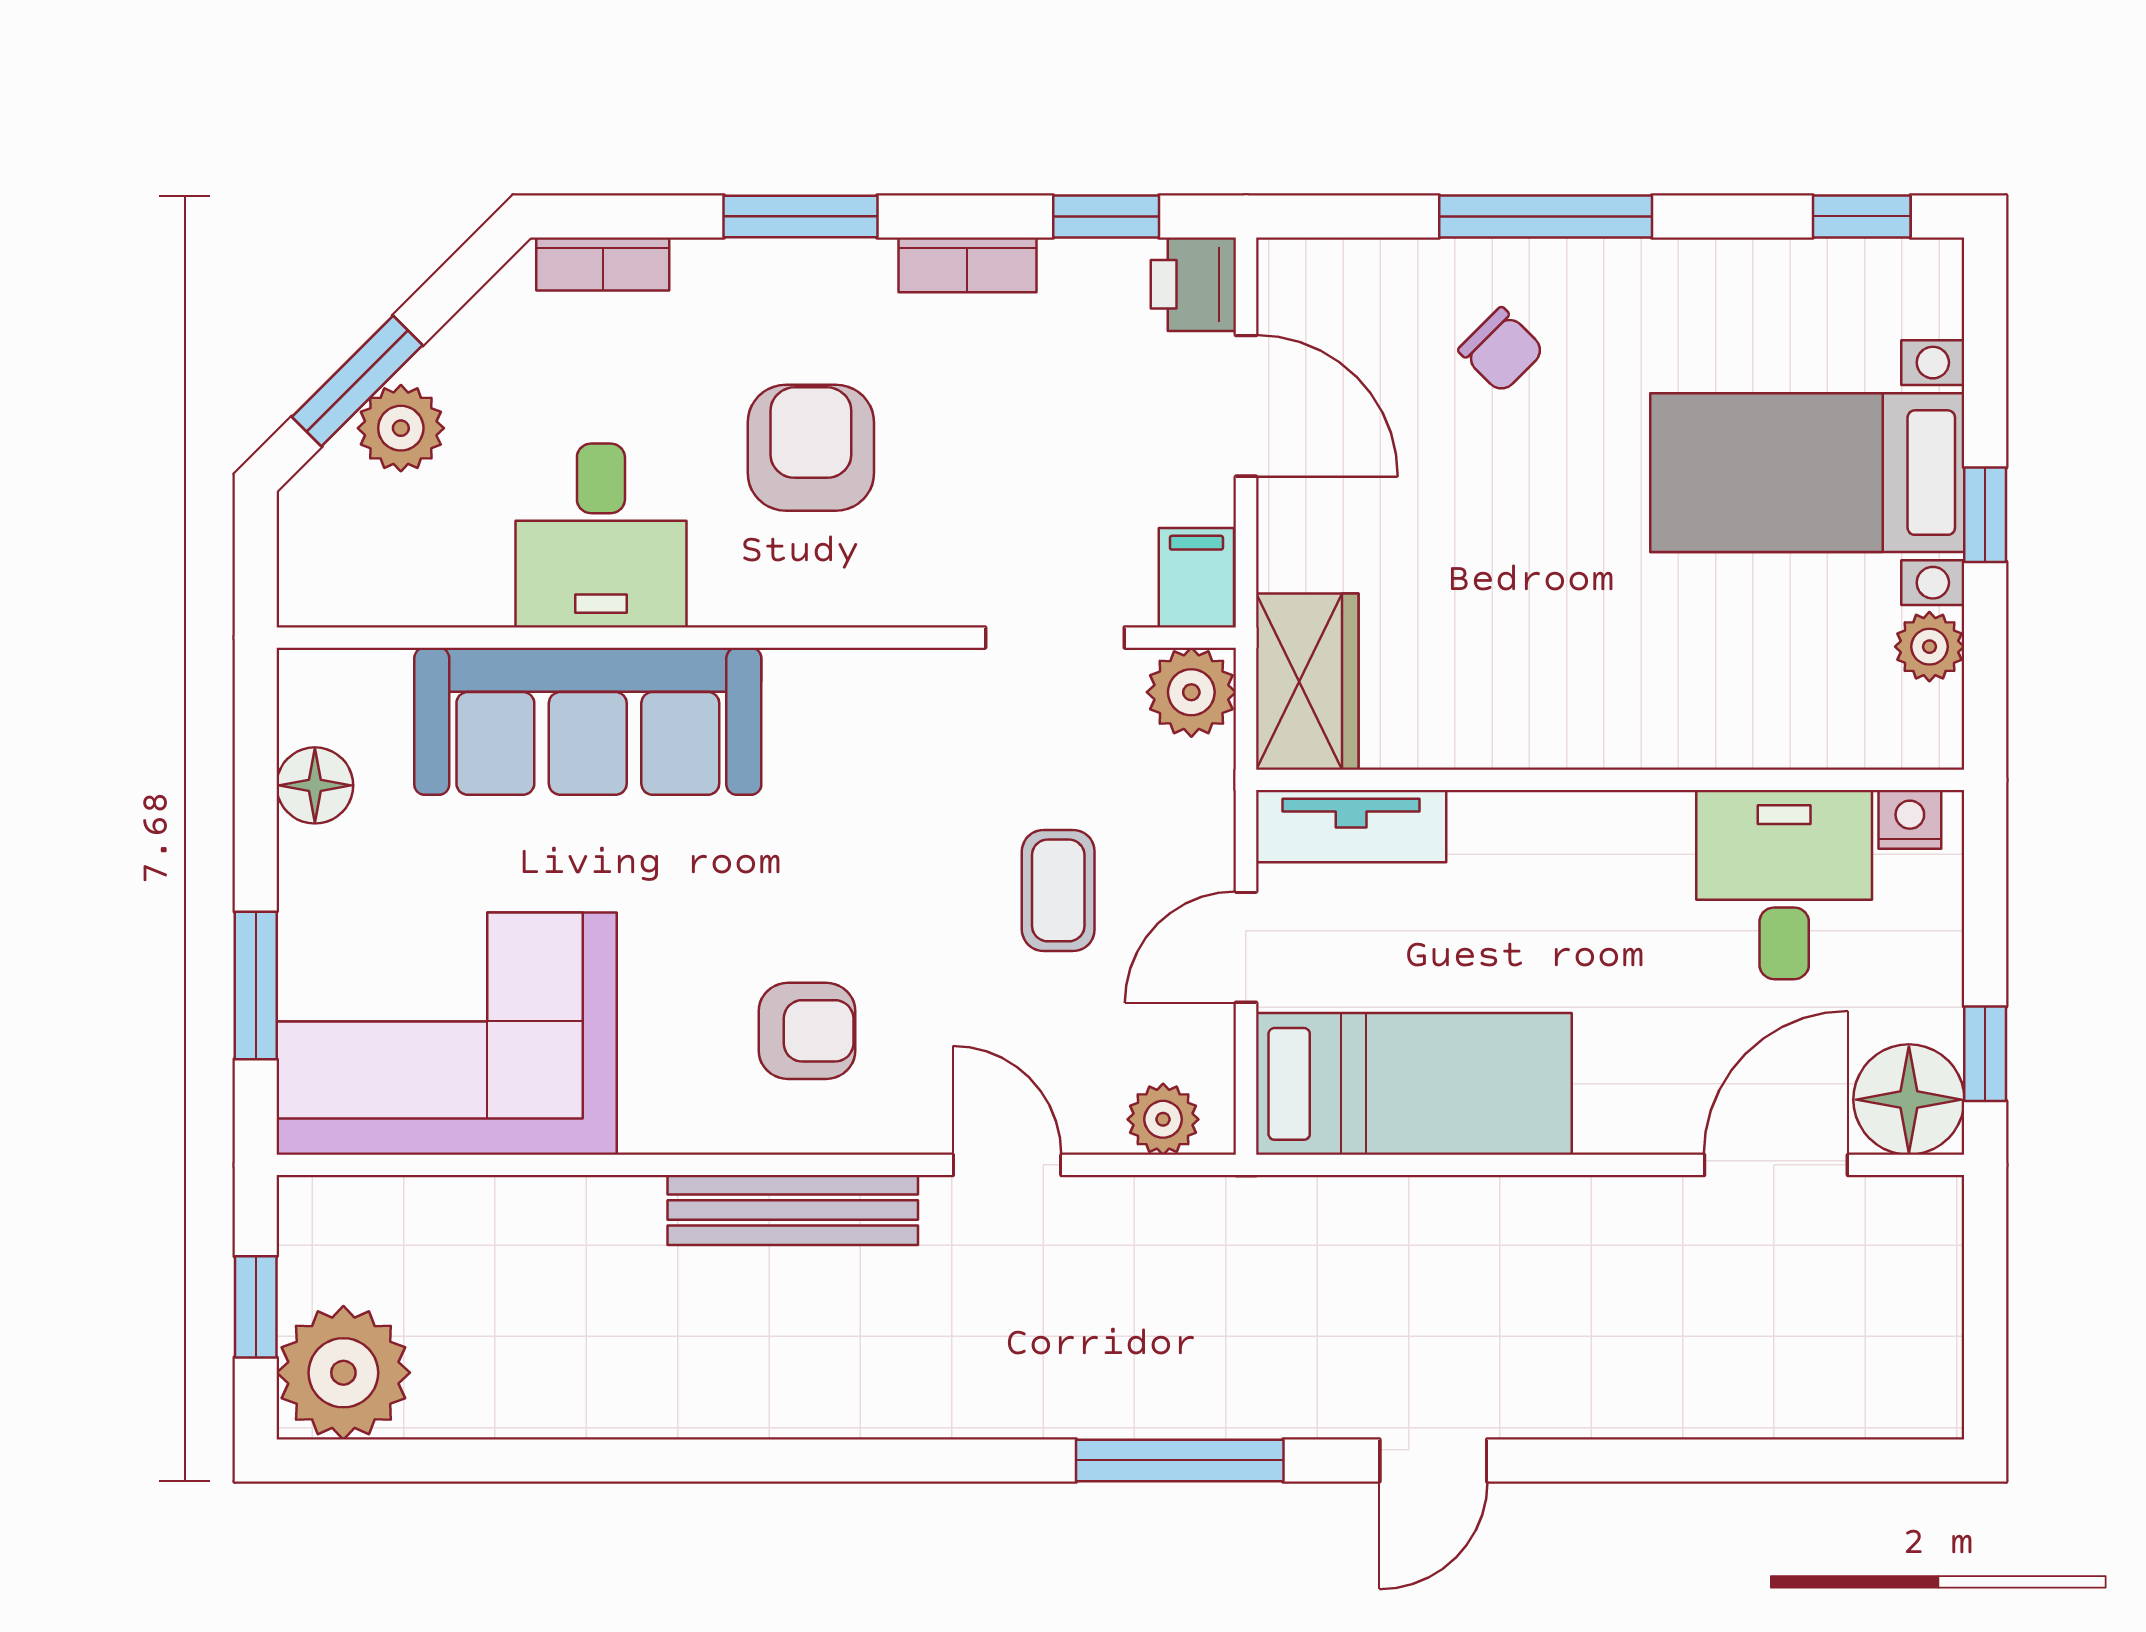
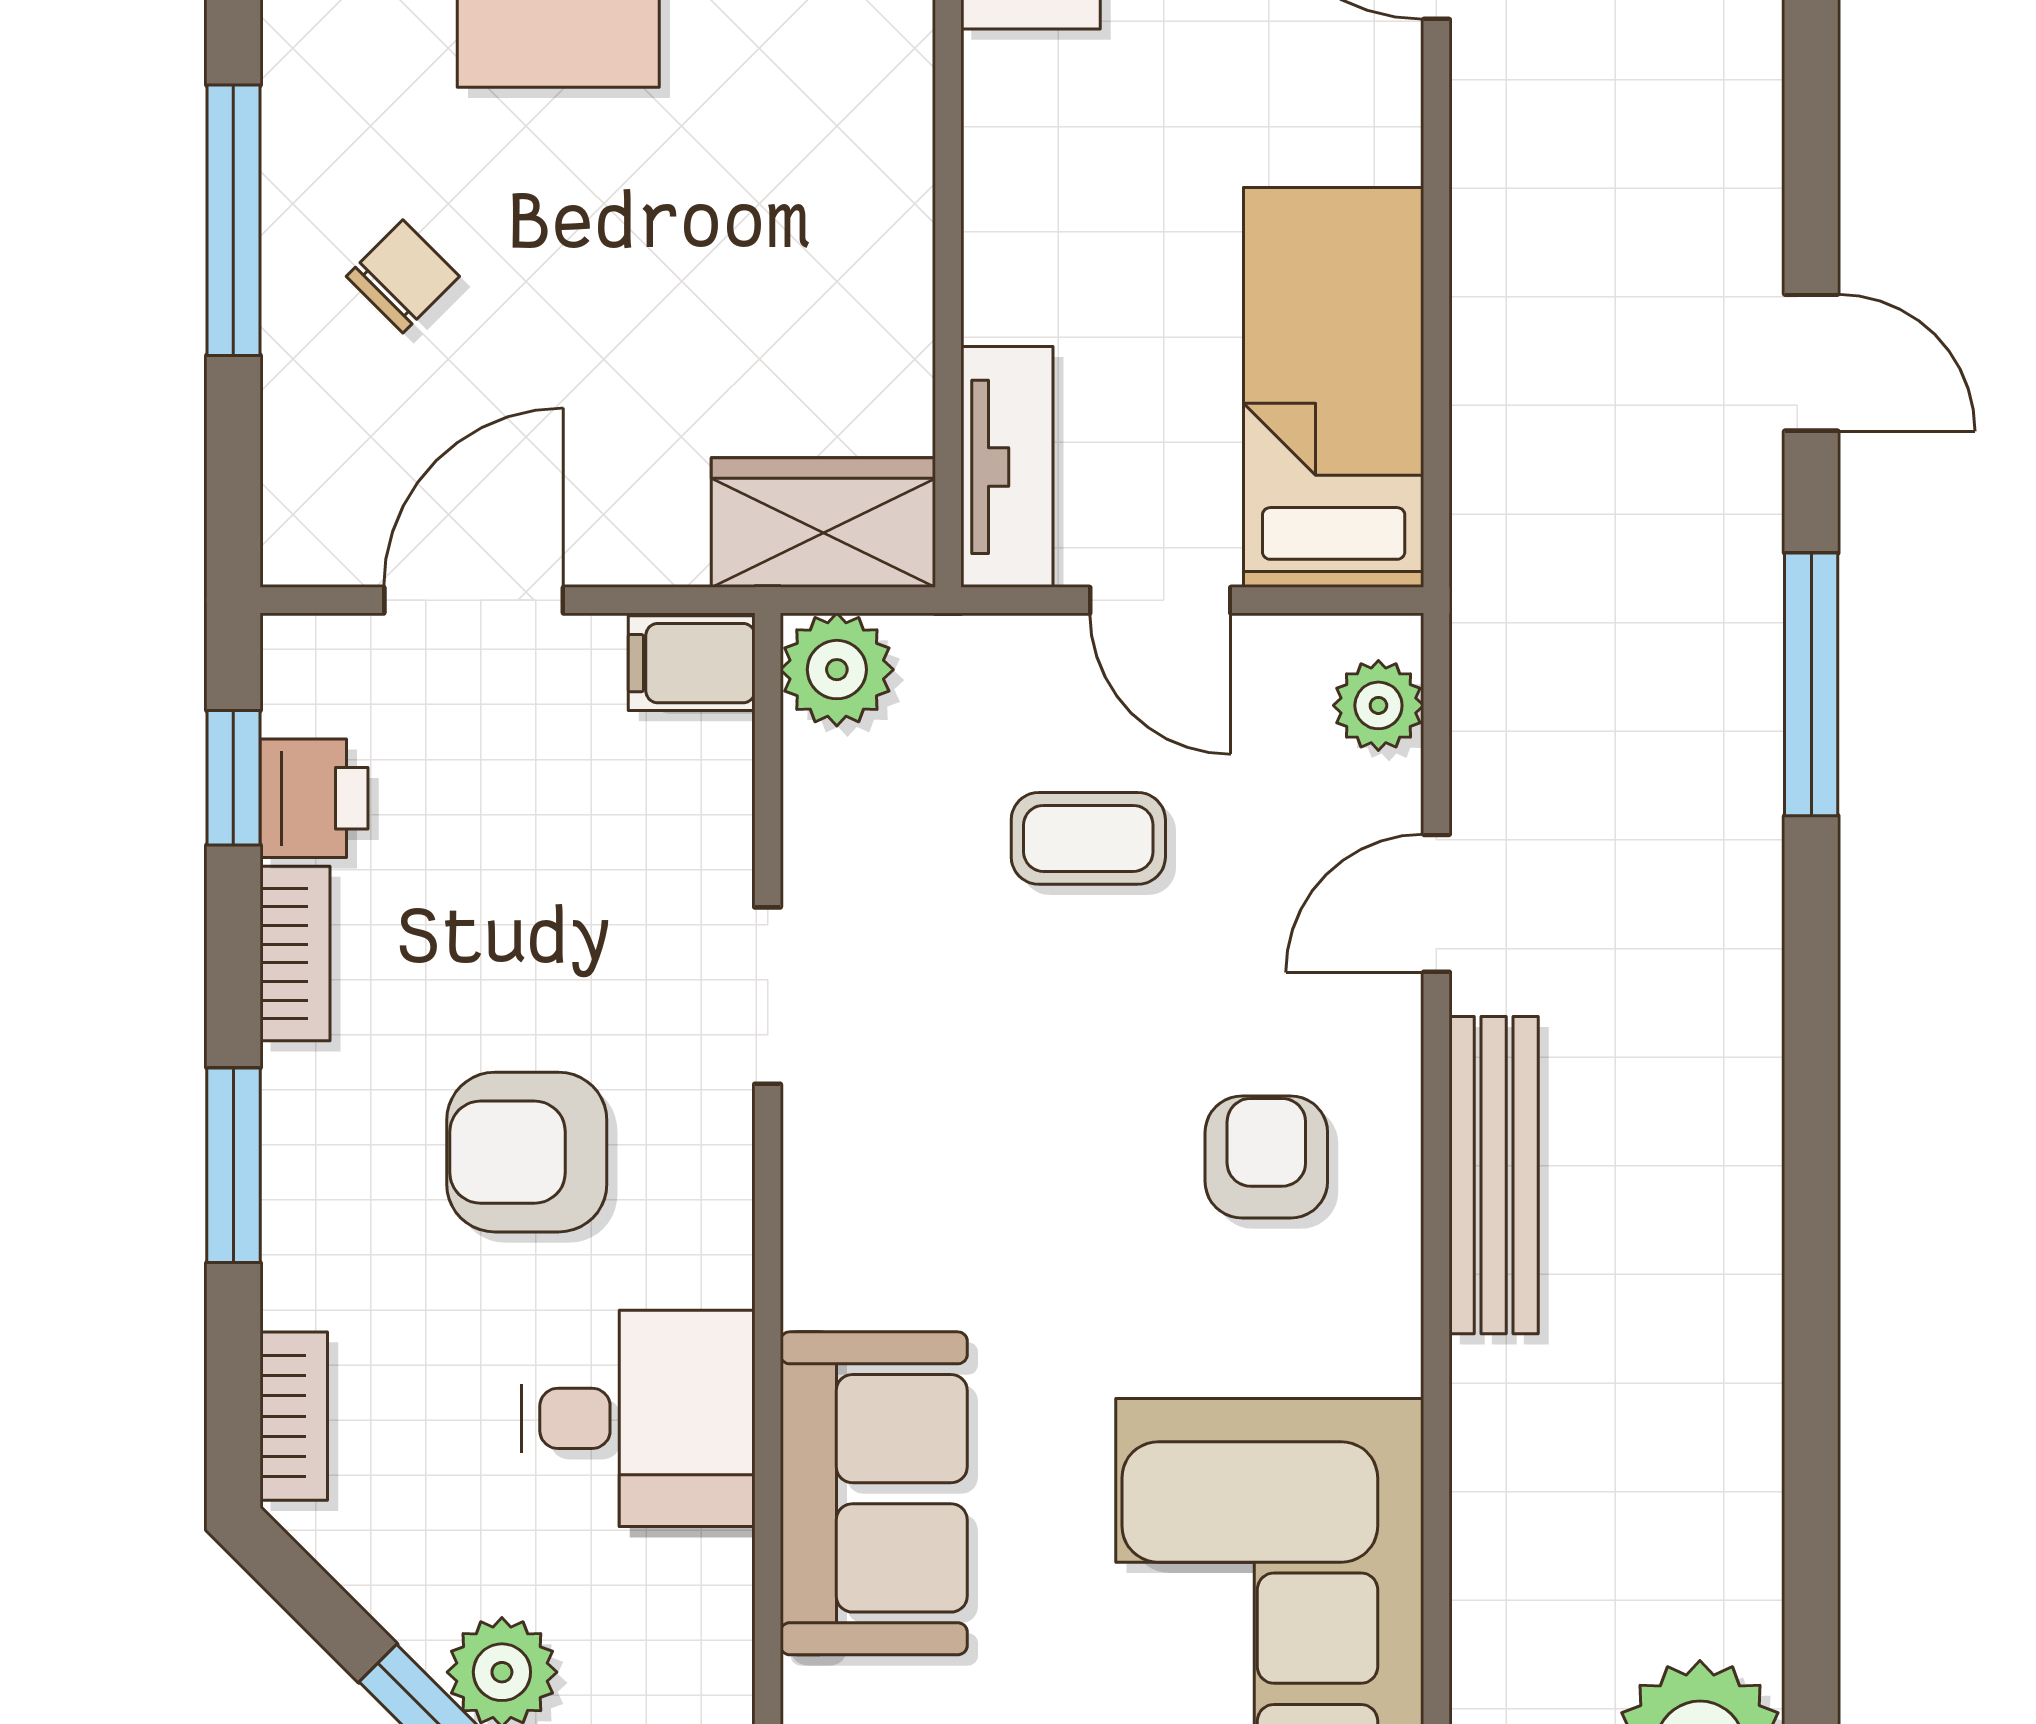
printer: (1193, 284) -> (314, 798), moved, turned -90
doorway: (1055, 638) -> (768, 996), moved
sofa: (588, 721) -> (874, 1493), width x0.73

